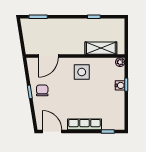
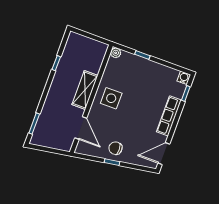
shelving: (101, 48) -> (85, 90), moved
water cooler: (120, 85) -> (184, 78), moved

